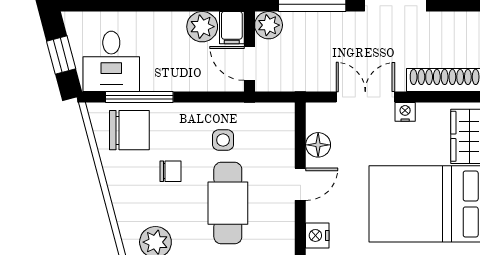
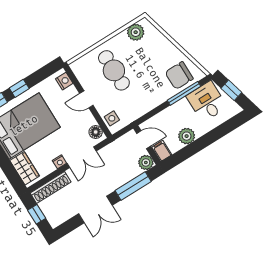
plant: (202, 27) -> (187, 136), moved
side table: (223, 140) -> (112, 118), moved
floor lamp: (318, 145) -> (96, 132), moved
chair: (171, 171) -> (149, 69), removed
door: (300, 184) -> (86, 99), hinge flipped

